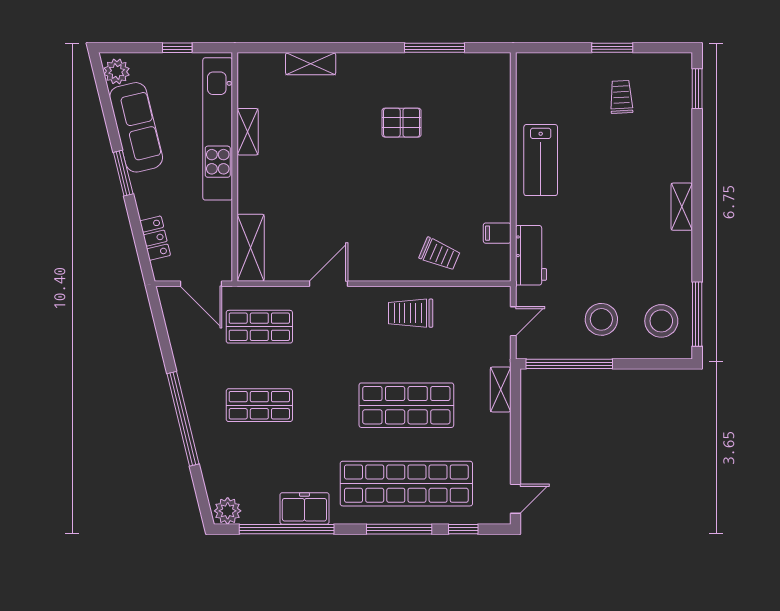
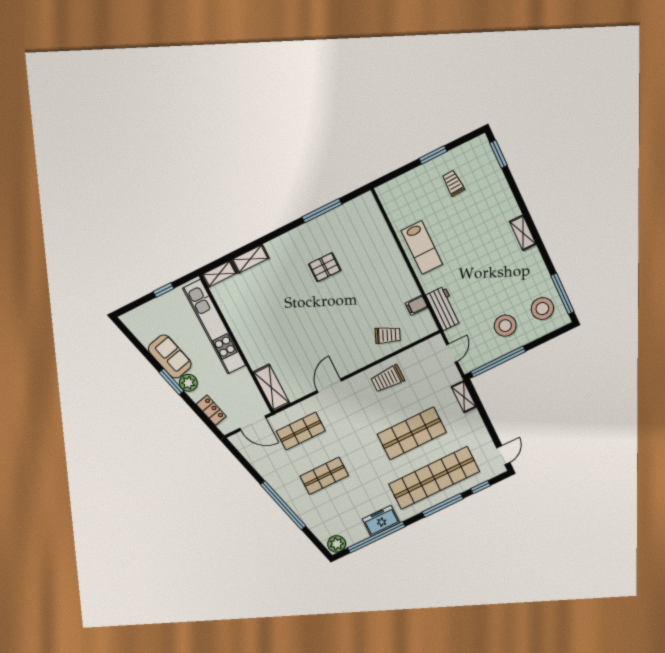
plant: (117, 71) -> (188, 383), moved
sofa: (136, 127) -> (170, 357), width x0.73
shelving: (248, 132) -> (219, 274), moved, turned 90

